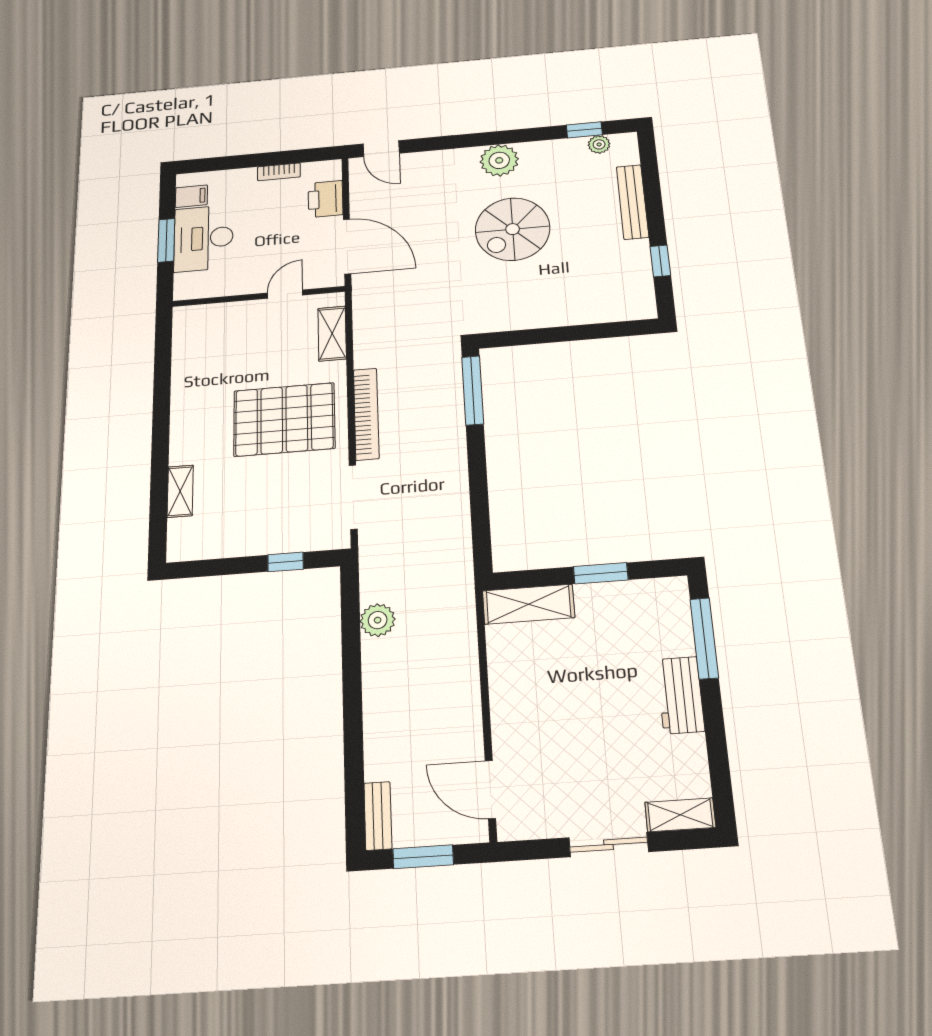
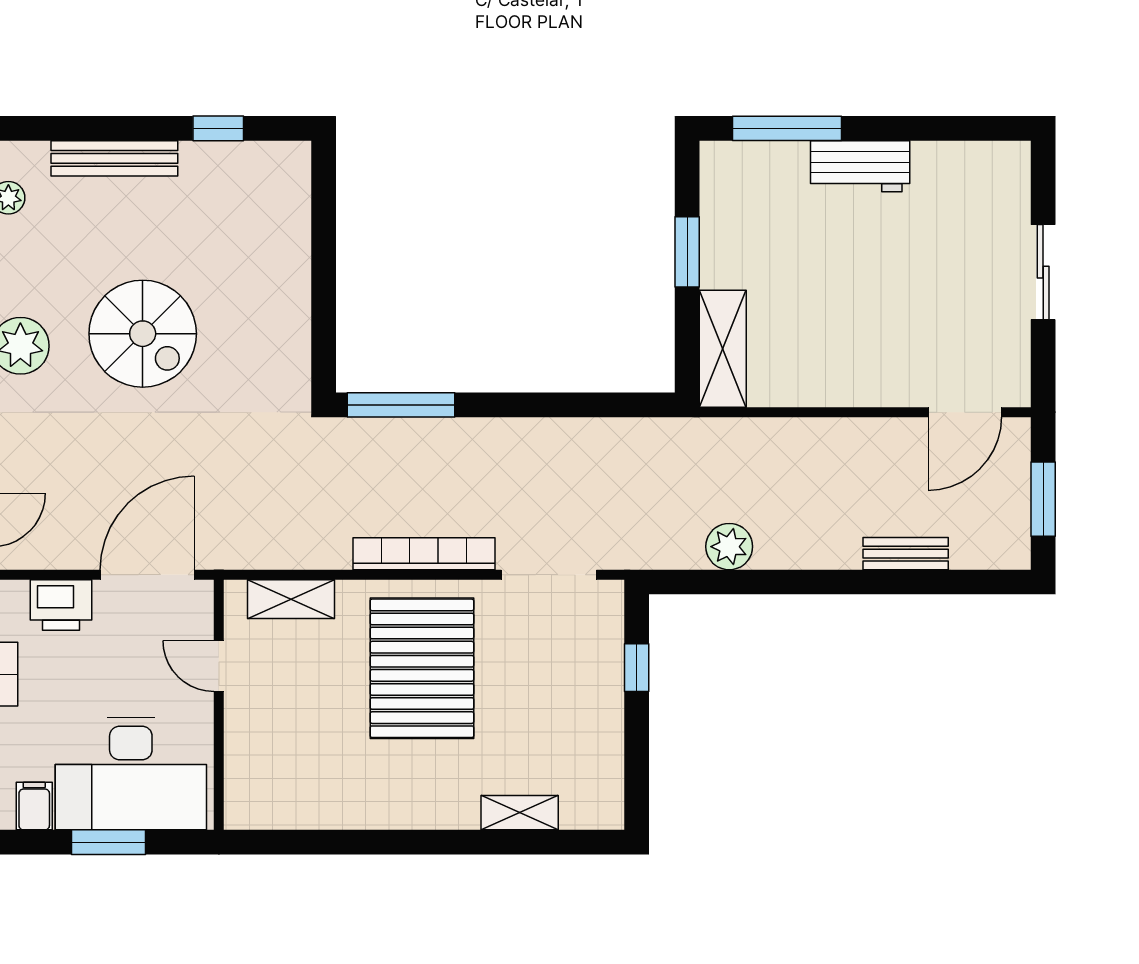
desk: (204, 238) -> (131, 774), width x1.36, depth x1.30
shelving: (680, 815) -> (1012, 182), removed
bench: (378, 816) -> (906, 554), moved

